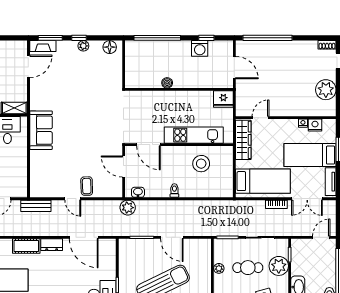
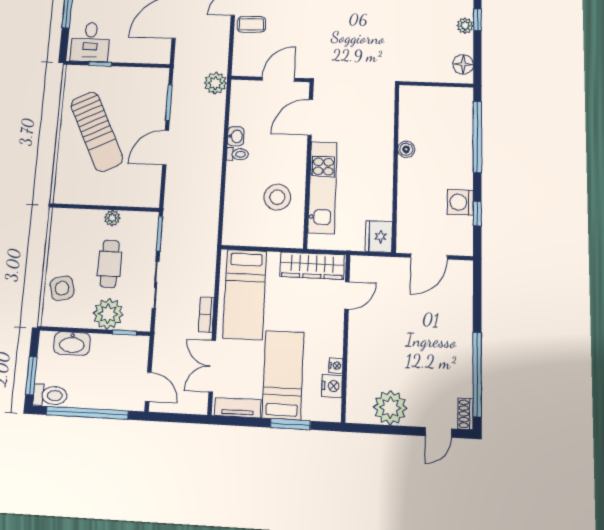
window: (268, 38) -> (477, 374), moved
door: (261, 118) -> (347, 295), hinge flipped
washbasin: (138, 192) -> (236, 136), moved

